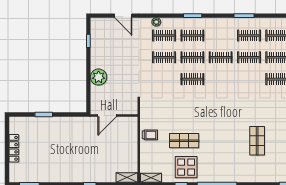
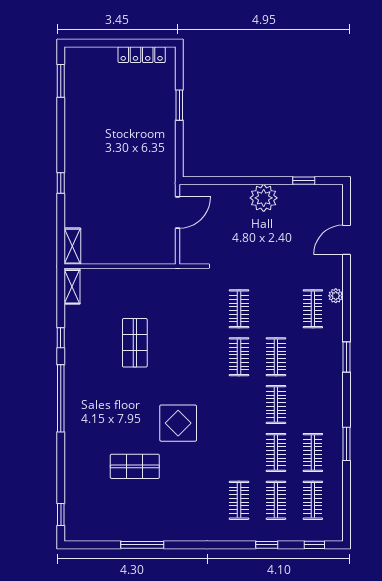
clothes rail: (192, 35) -> (313, 357), removed
clothes rail: (164, 57) -> (239, 309), moved
plant: (99, 77) -> (264, 198), moved
door: (107, 115) -> (177, 213), swing flipped
trolley: (150, 135) -> (144, 285), removed
locker: (14, 148) -> (142, 55), moved
display table: (186, 167) -> (178, 423), moved

